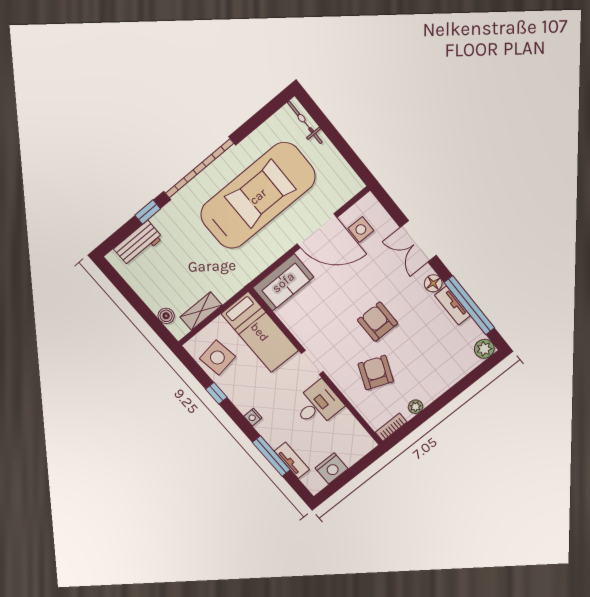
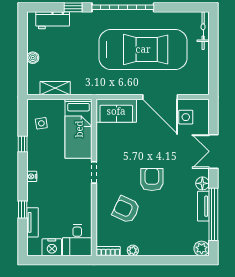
boiler: (166, 316) -> (33, 58), moved
side table: (217, 358) -> (41, 123), width x0.54, depth x0.54
armchair: (376, 373) -> (126, 210), turned -87
desk: (318, 405) -> (77, 240), moved, turned 90
window: (271, 456) -> (23, 210), width x0.46

